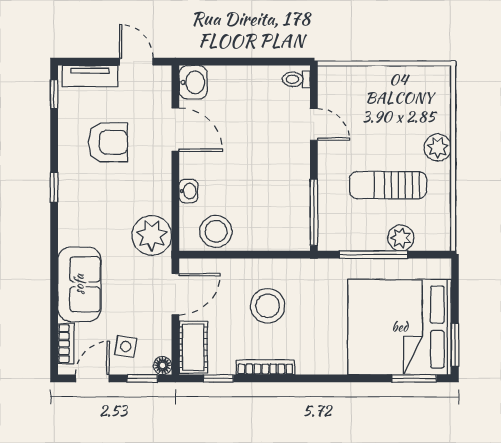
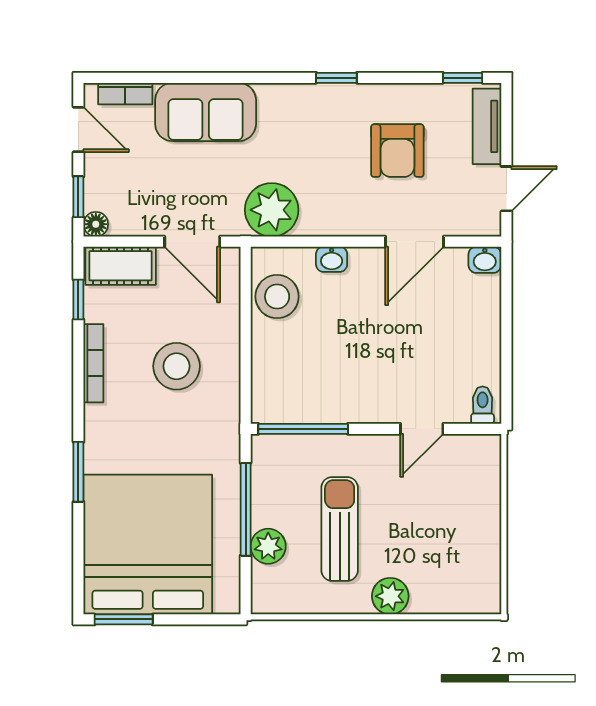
washbasin: (193, 82) -> (485, 260), width x0.72, depth x0.69
side table: (126, 346) -> (122, 175), removed
window: (414, 378) -> (78, 472), moved

